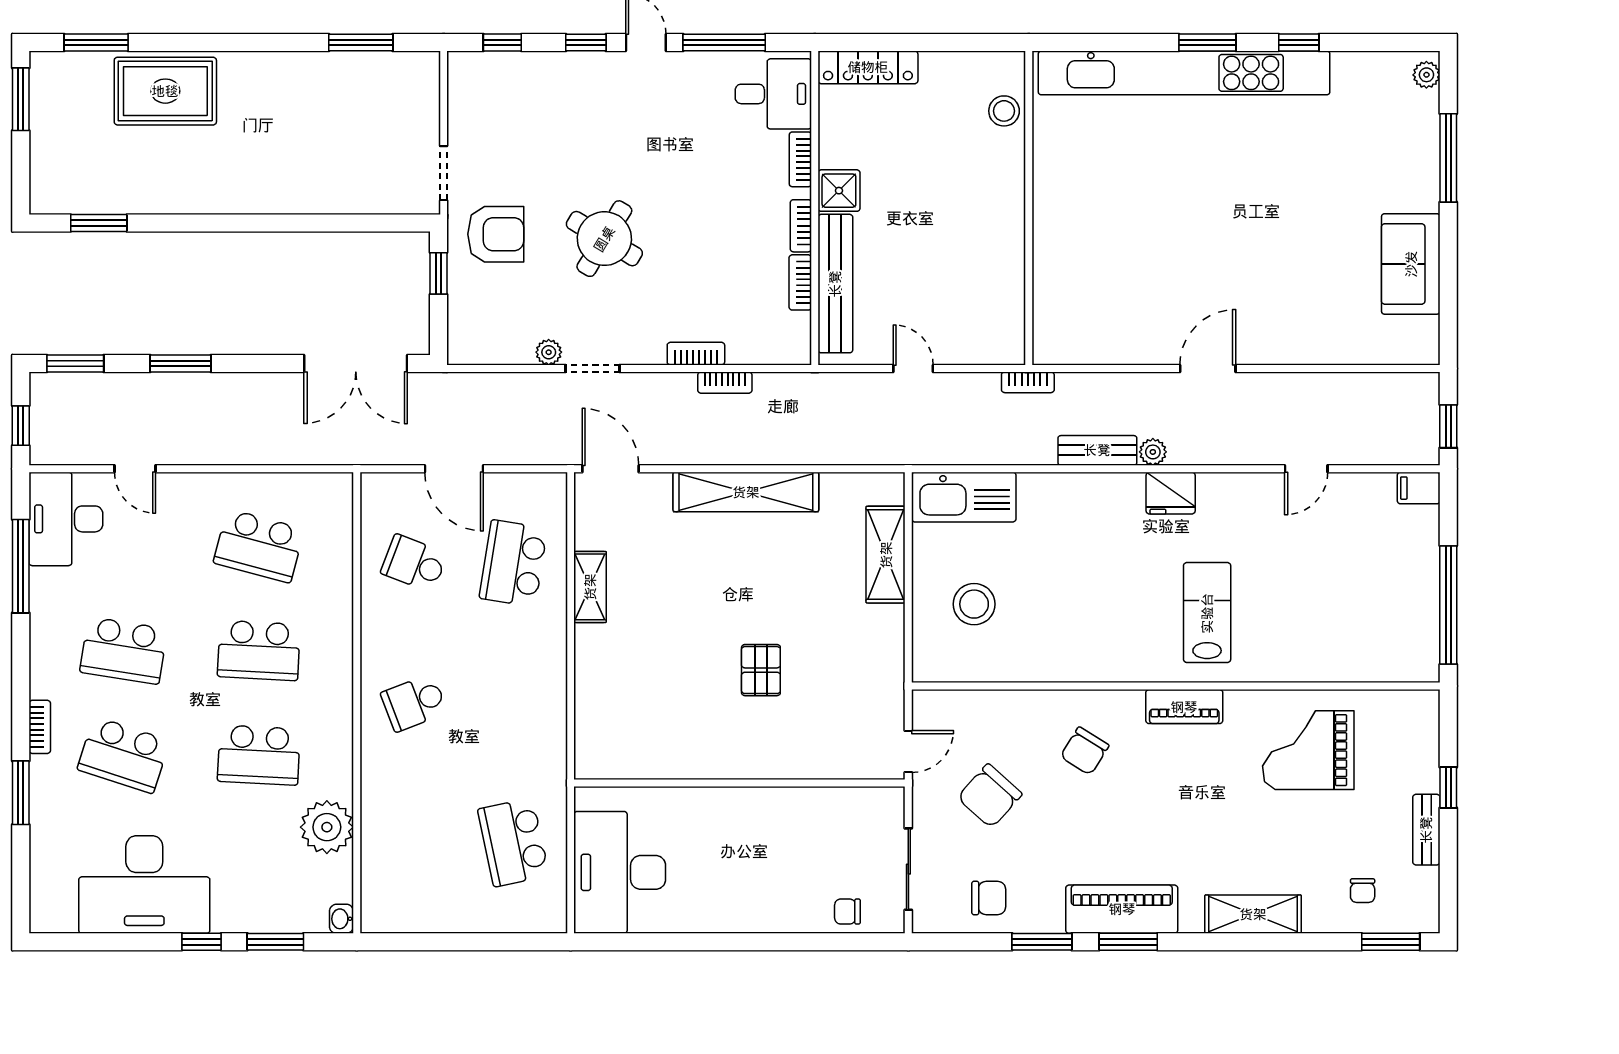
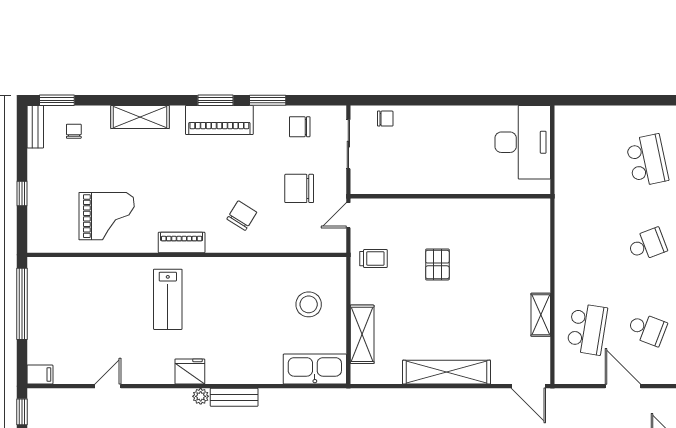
trolley: (867, 680) -> (373, 259), added
chair: (990, 796) -> (299, 188), turned -132
bench: (1426, 830) -> (35, 127), moved
school desk: (513, 842) -> (647, 160), moved

